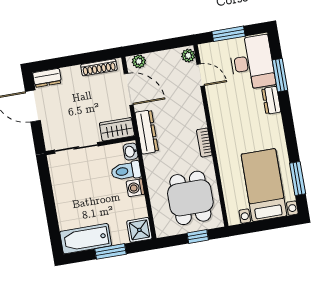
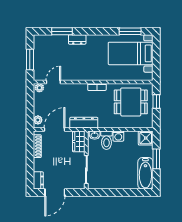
desk: (252, 63) -> (51, 48), removed

